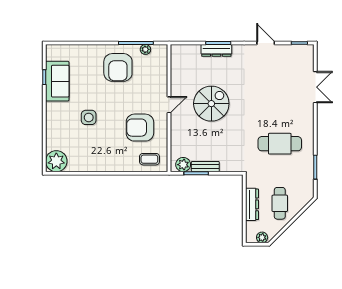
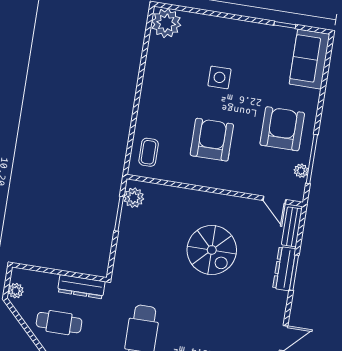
armchair: (118, 67) -> (282, 129), turned 90
sofa: (57, 81) -> (309, 59), moved, turned 90
door: (169, 105) -> (274, 200), moved
armchair: (140, 128) -> (212, 140), moved
bench: (205, 167) -> (292, 227), moved
dresser: (252, 204) -> (81, 287), moved

